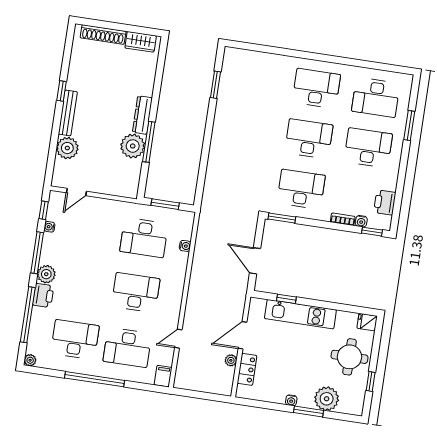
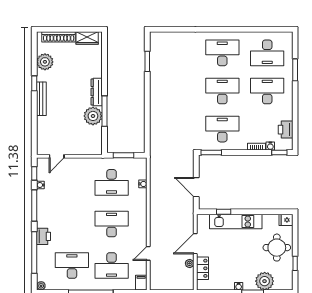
plant: (67, 148) -> (45, 62), moved
plant: (46, 274) -> (43, 220), removed

